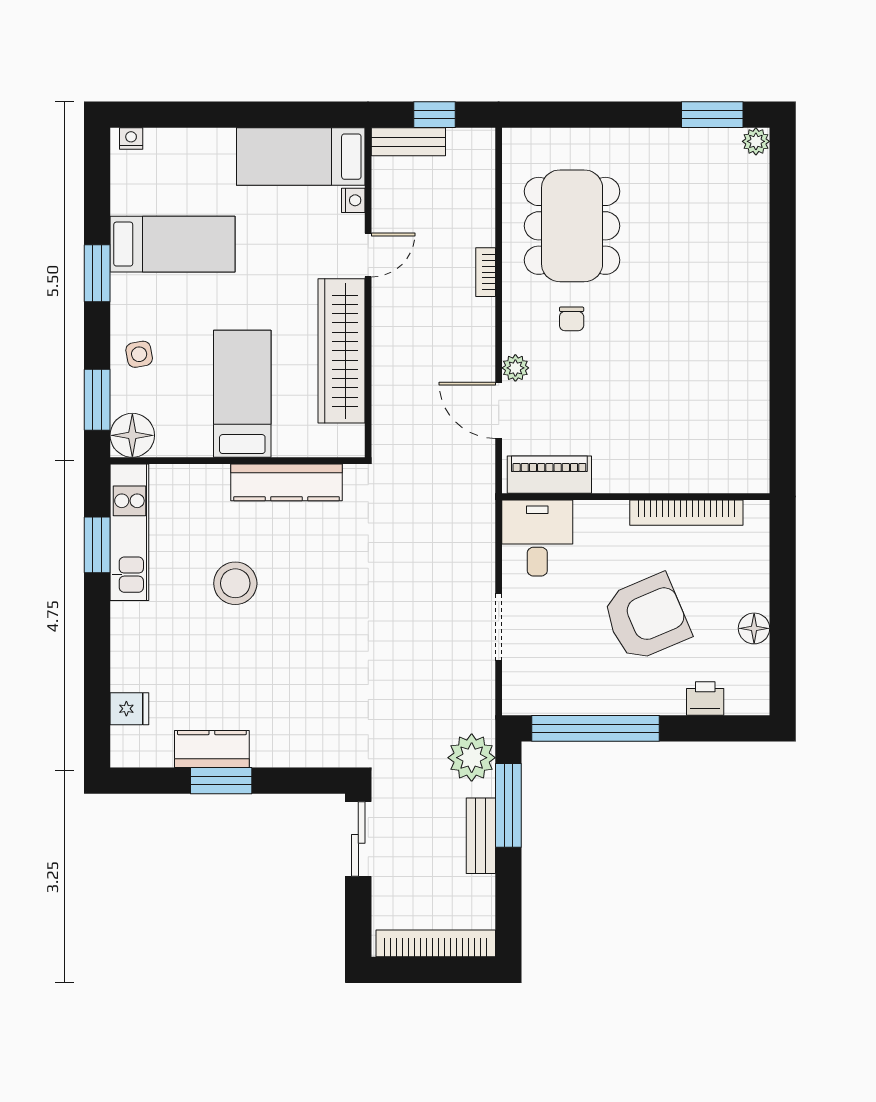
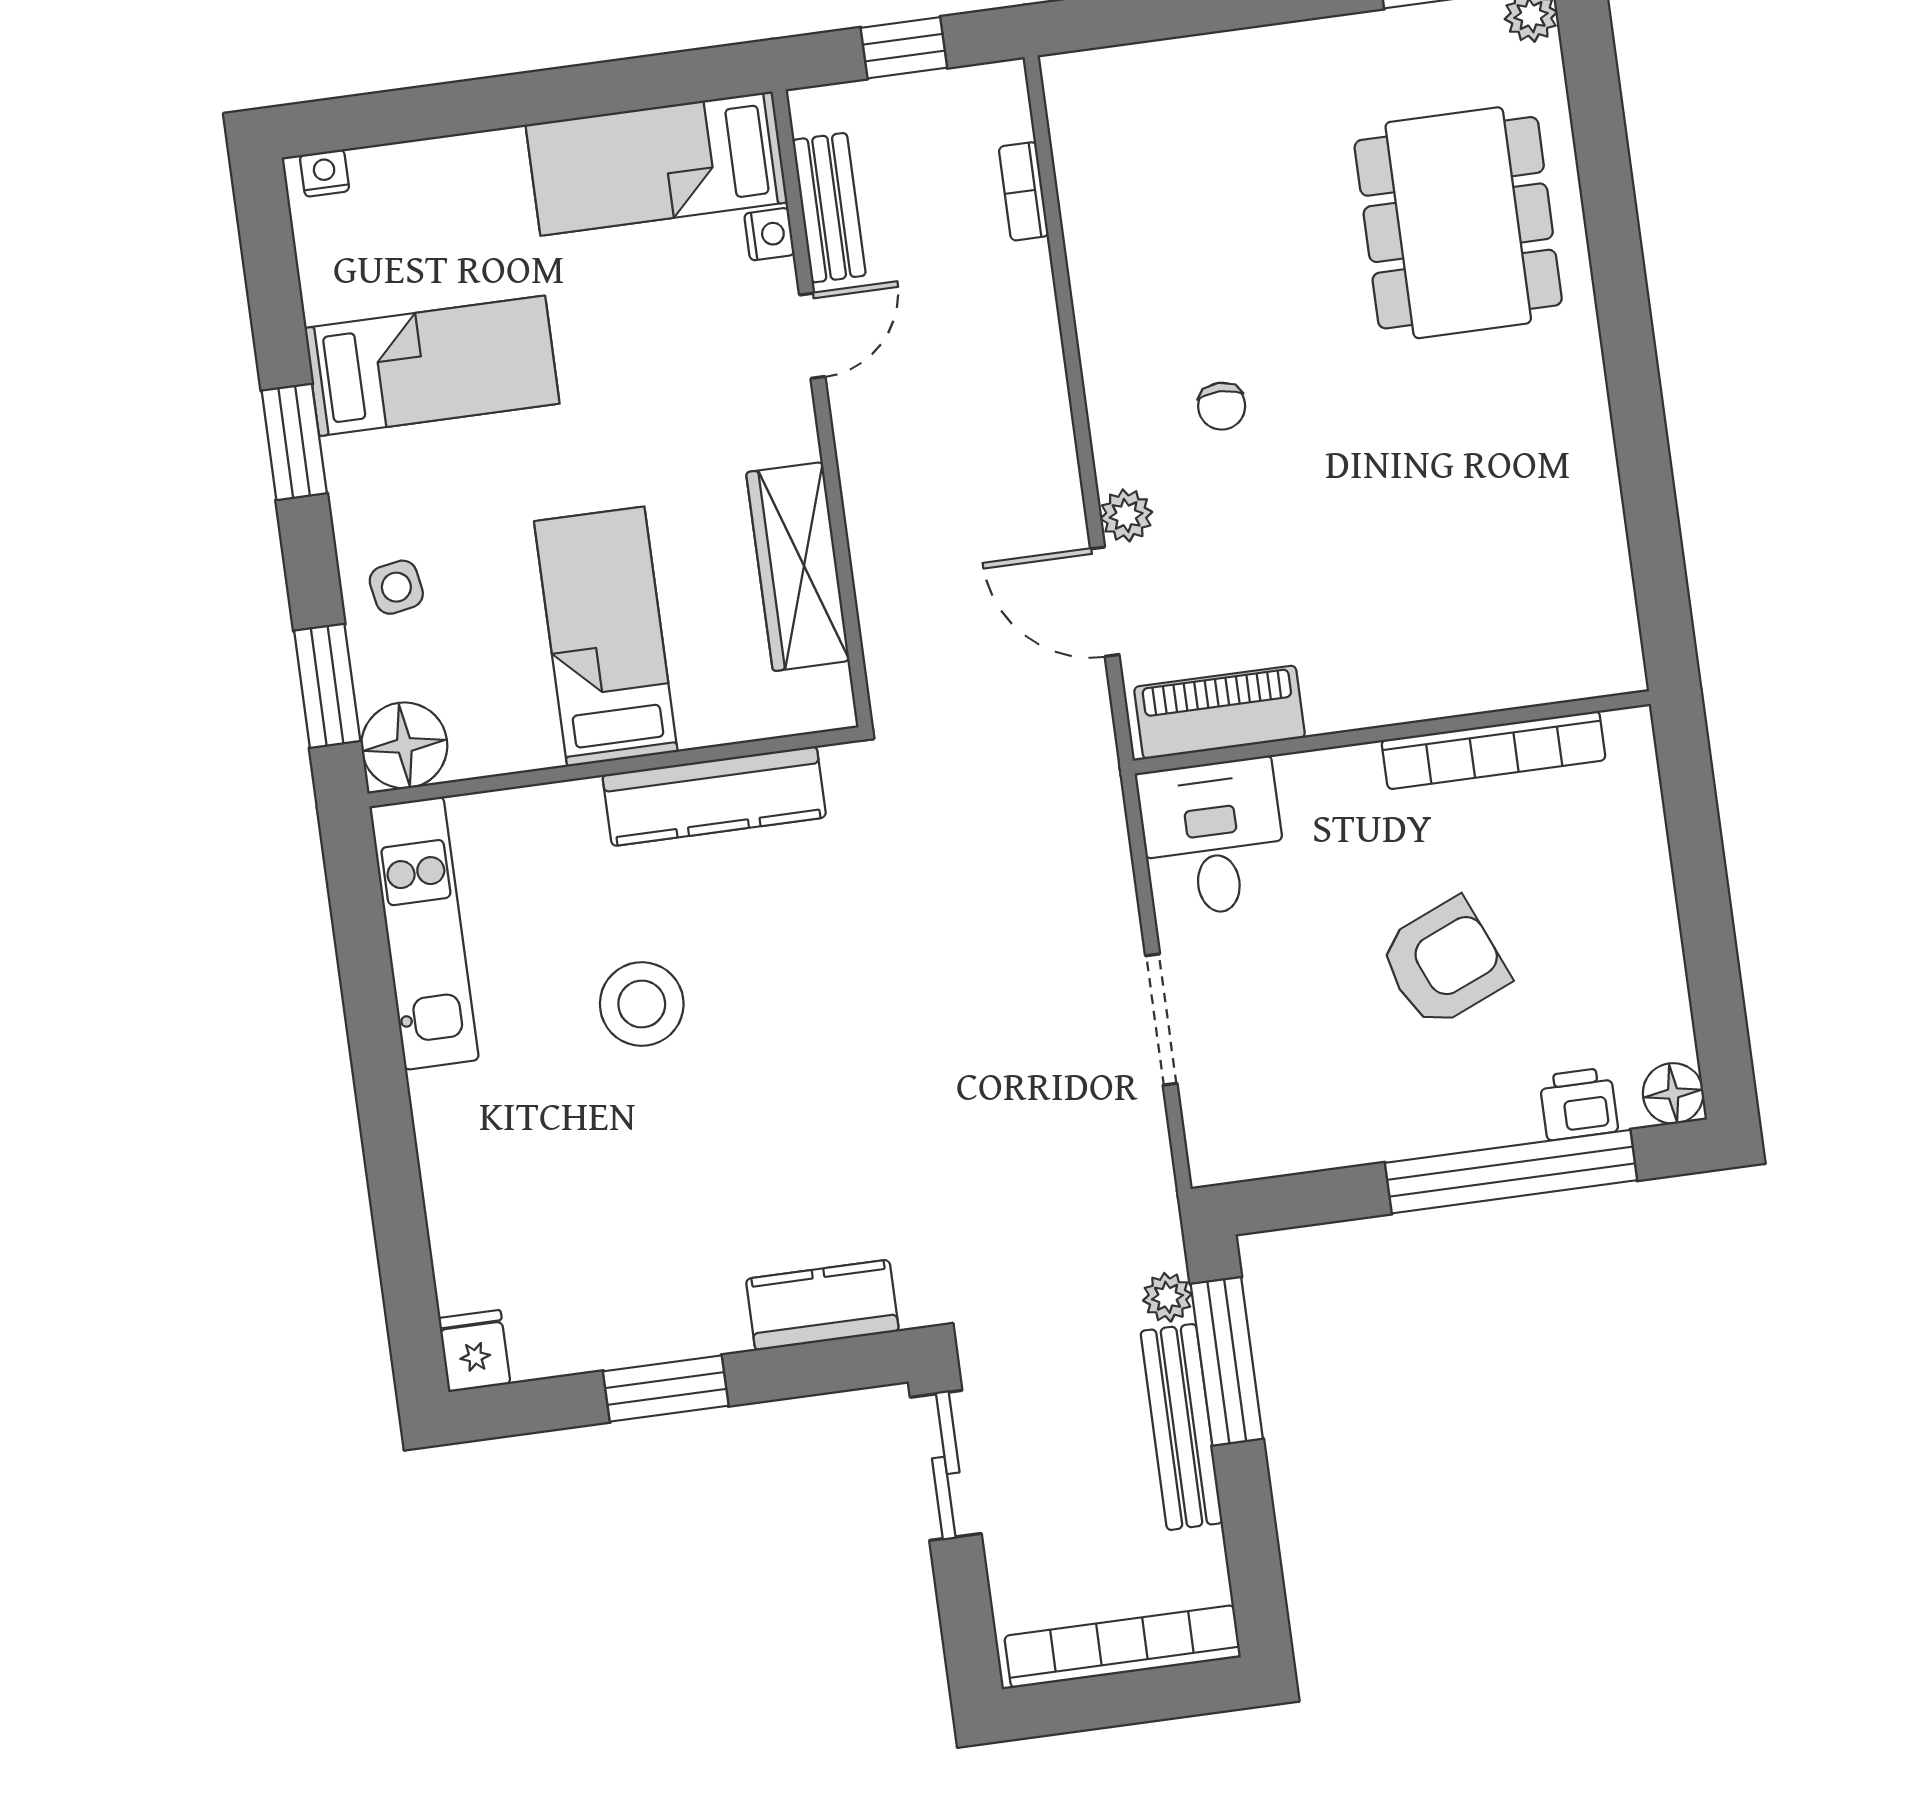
bench: (408, 142) -> (829, 208), moved, turned 90
dining table: (572, 226) -> (1458, 223), moved
bookcase: (486, 272) -> (1024, 191), moved
wardrobe: (341, 351) -> (798, 567), width x0.71, depth x0.85
window: (97, 545) -> (365, 966), removed
armchair: (646, 618) -> (1444, 963), width x0.73, depth x0.73
floor lamp: (754, 628) -> (1673, 1093), moved
fridge: (129, 709) -> (474, 1351), moved, turned -90
window: (595, 728) -> (1511, 1172), moved
kitchen counter: (212, 749) -> (822, 1305), moved
plant: (472, 758) -> (1167, 1297), width x0.53, depth x0.53
bench: (481, 836) -> (1182, 1427), width x1.36

